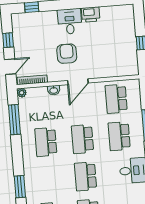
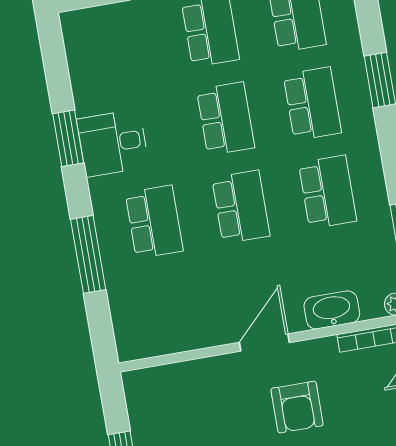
washbasin: (54, 90) -> (332, 310), width x1.91, depth x1.45
school desk: (116, 99) -> (312, 104), moved

